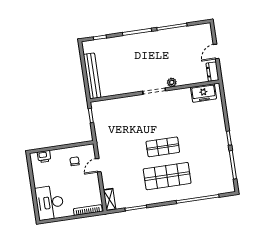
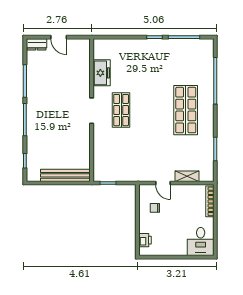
dresser: (212, 72) -> (37, 44), moved
plant: (172, 82) -> (85, 90), removed
freezer: (203, 93) -> (102, 73), moved
shop shelf: (163, 147) -> (121, 110), moved
shelving: (110, 200) -> (187, 176), moved
desk: (50, 203) -> (201, 242), width x0.73

